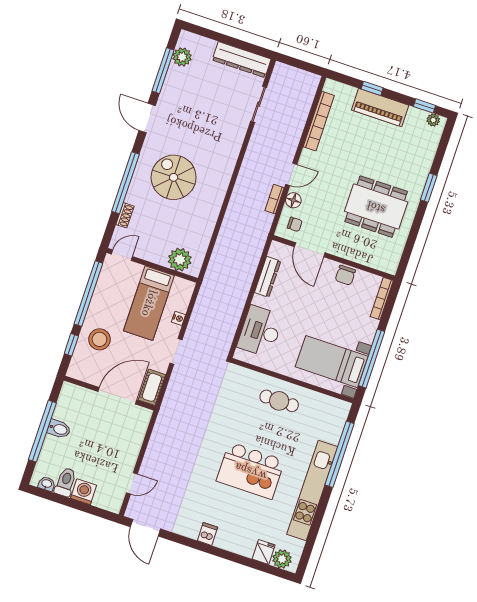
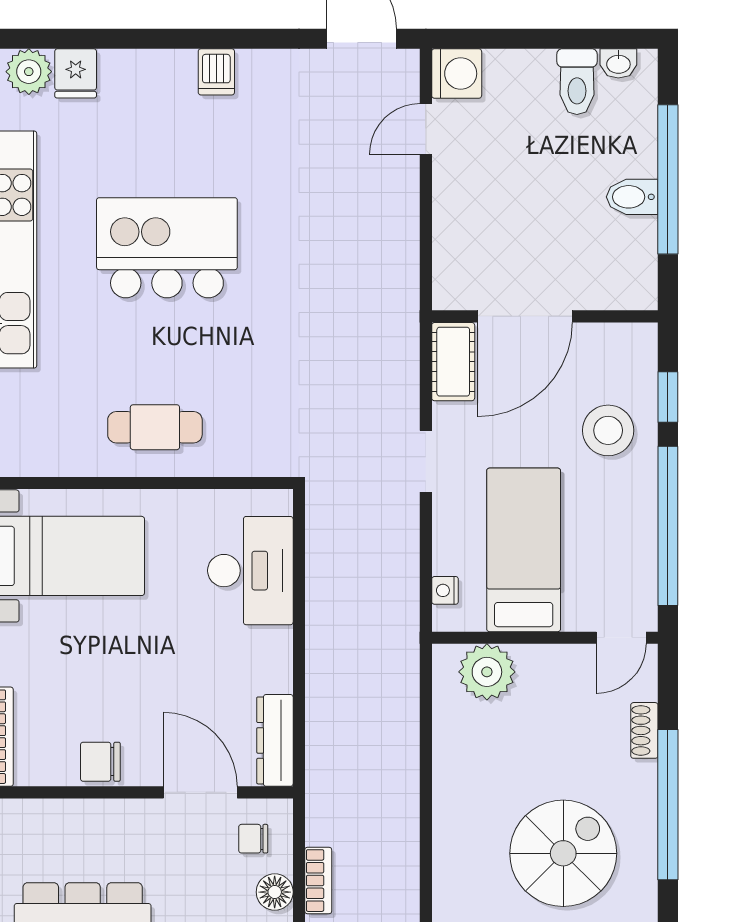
spiral stairs: (174, 177) -> (563, 853), turned -90
chair: (345, 275) -> (100, 762), turned -90
dresser: (268, 277) -> (275, 740), moved
nightstand: (179, 318) -> (445, 590), moved
washing machine: (84, 492) -> (457, 74), moved, turned -90

